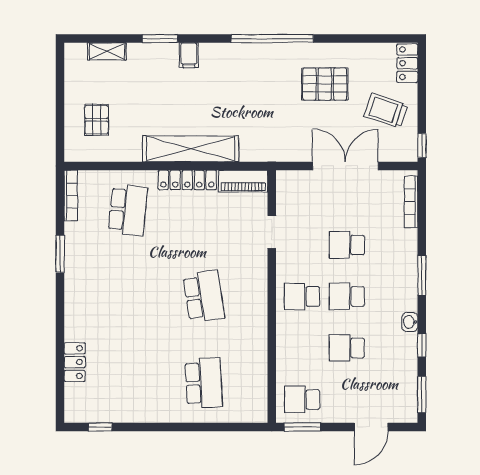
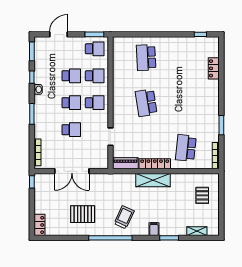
trolley: (386, 111) -> (124, 217), moved, turned -83
shelving: (191, 149) -> (153, 180), width x0.68
school desk: (302, 348) -> (95, 76), added

